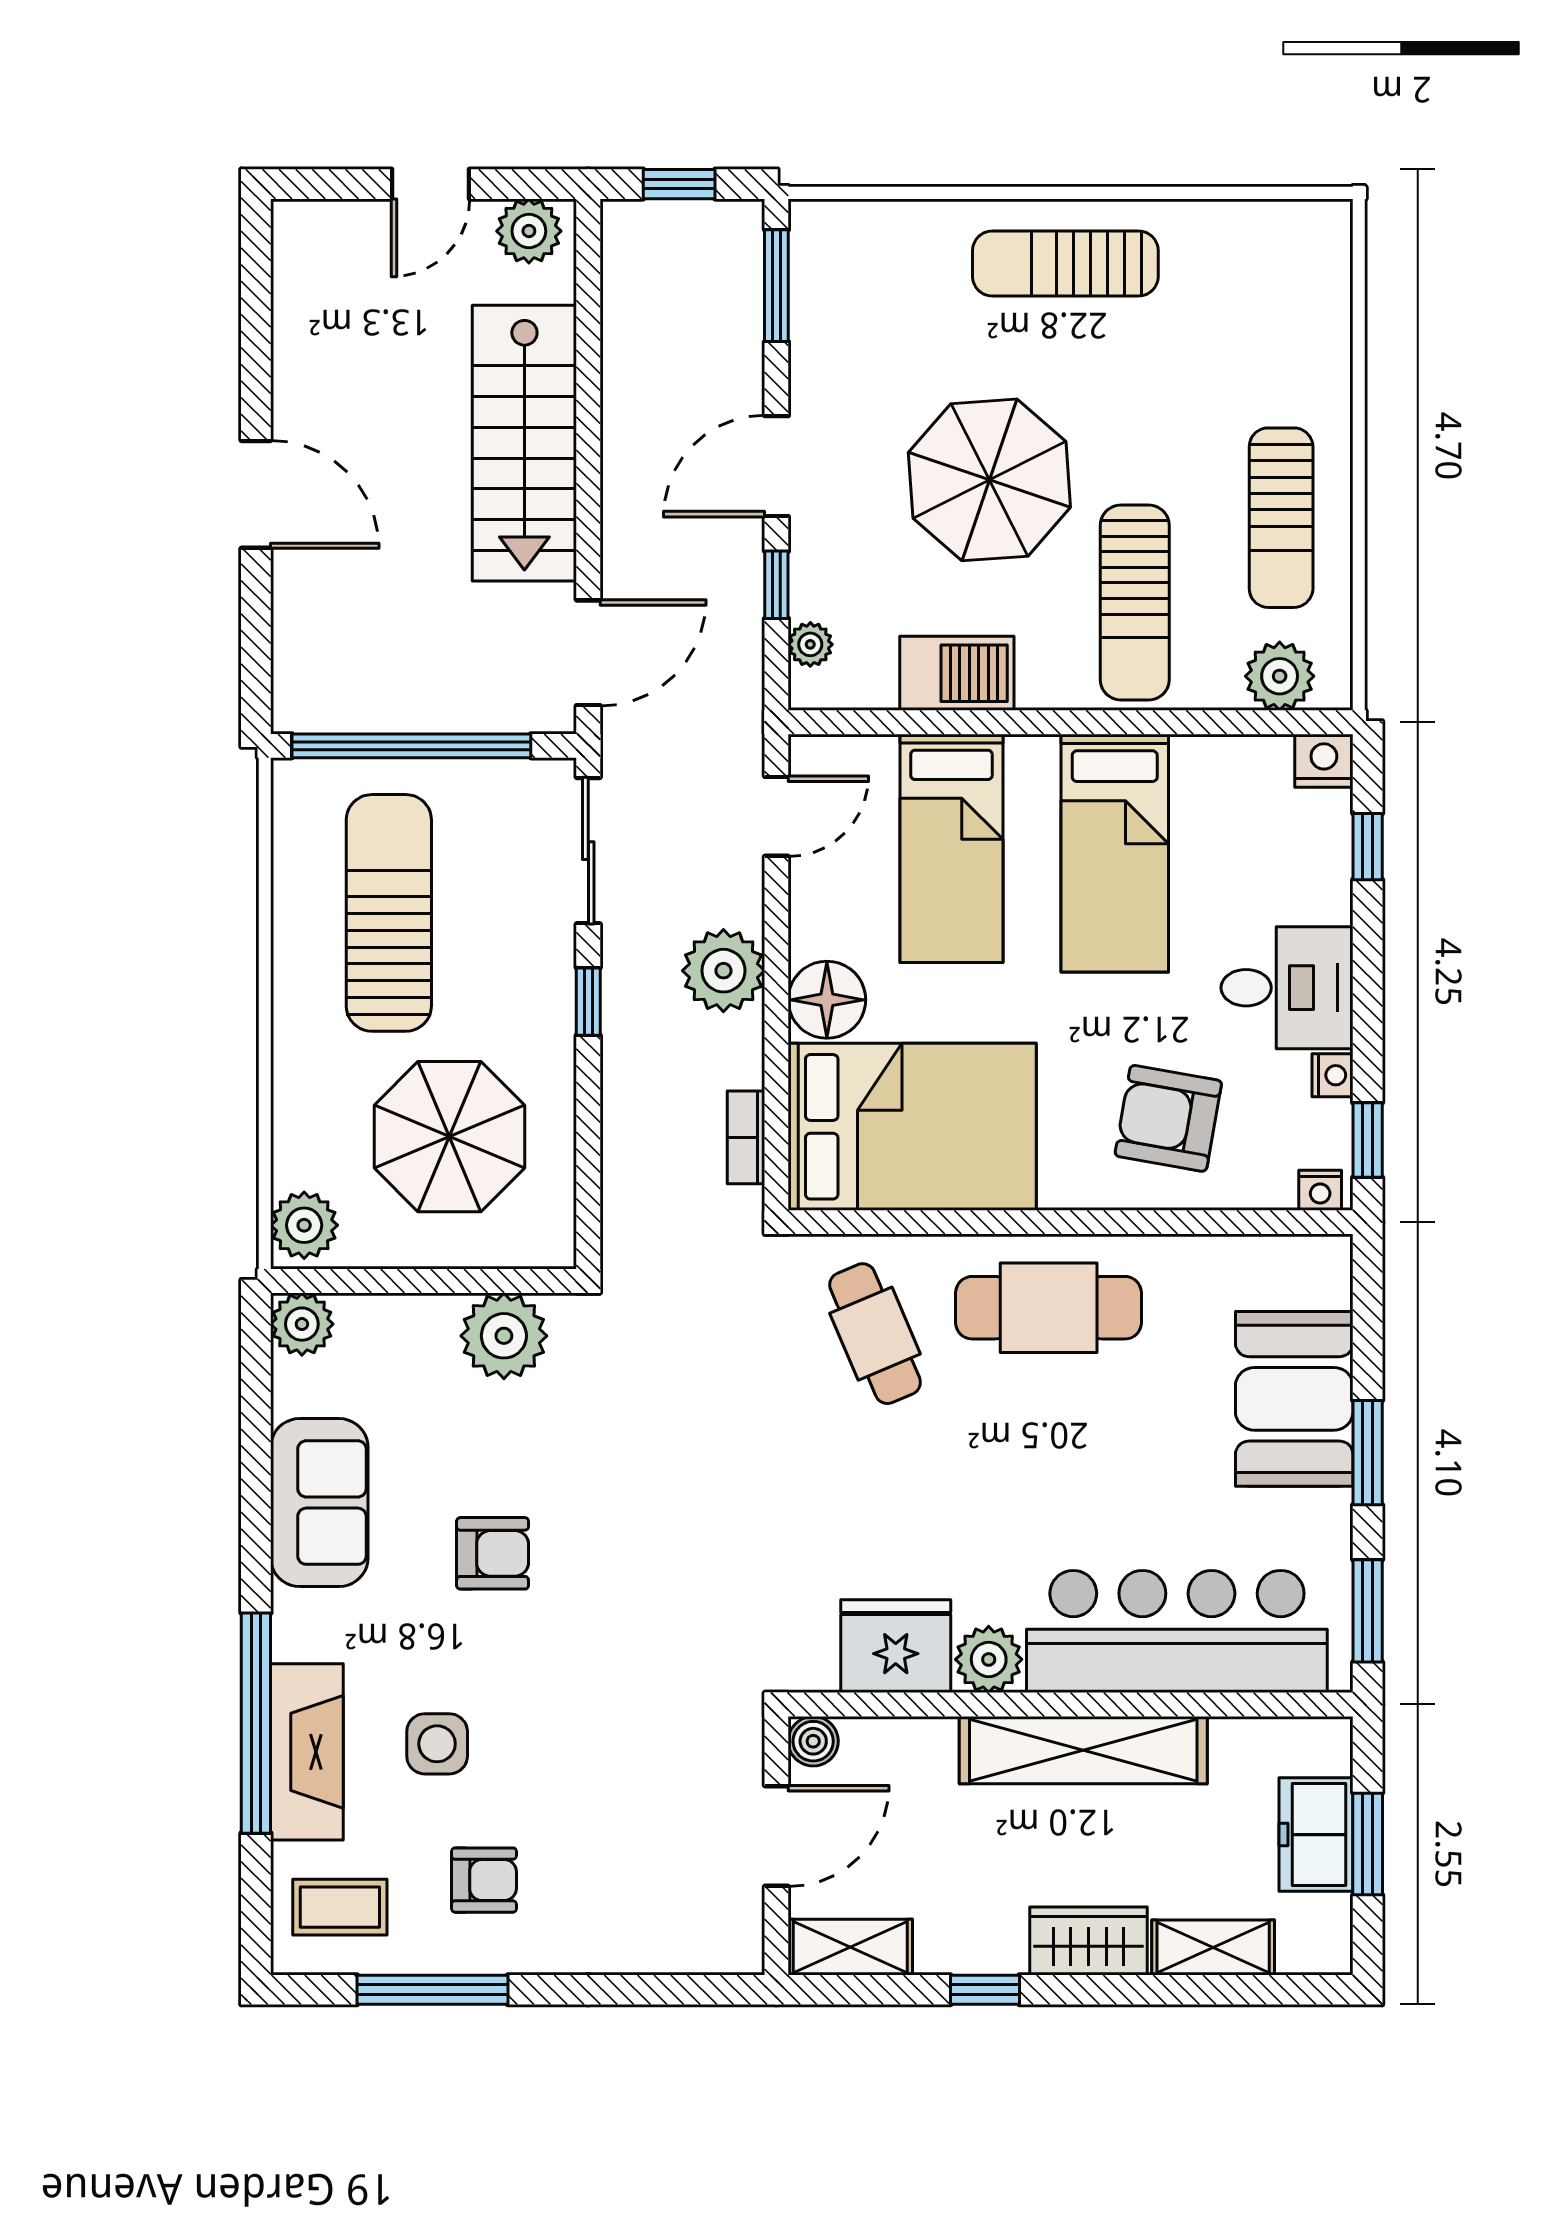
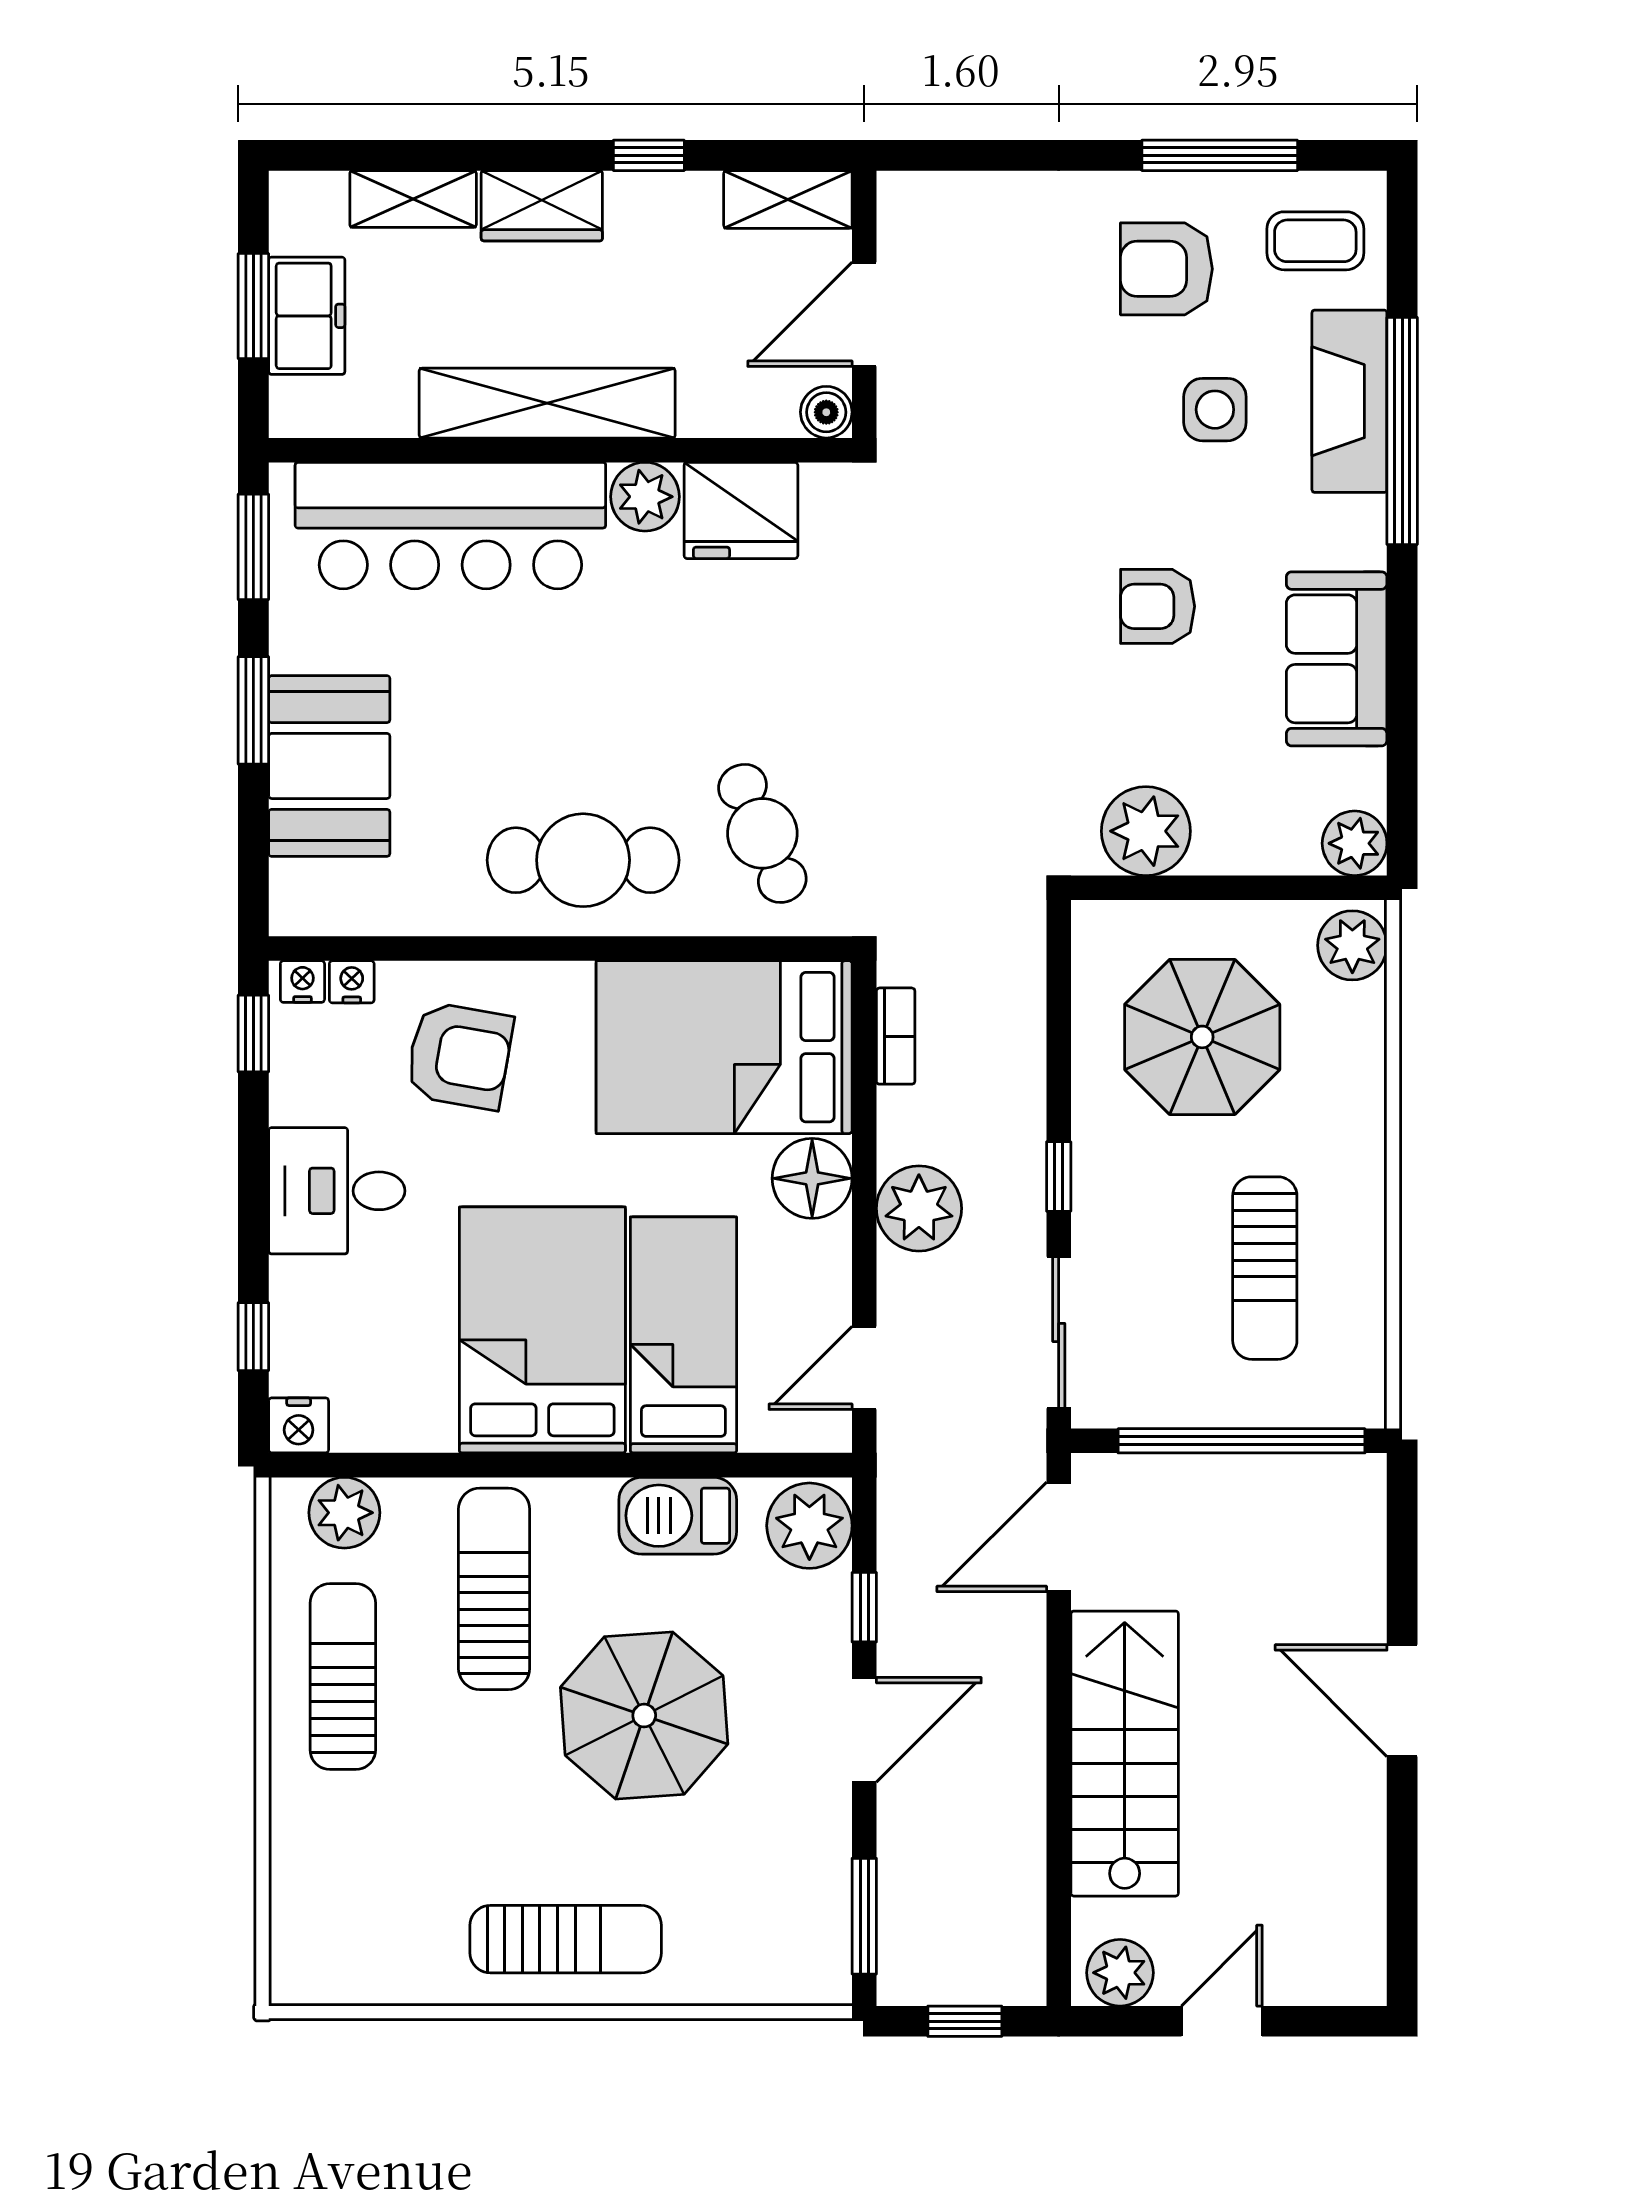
plant: (810, 644) -> (809, 1526), width x1.87, depth x1.87
bed: (1115, 853) -> (542, 1330), width x1.50
sun lounger: (389, 913) -> (1265, 1268), width x0.73, depth x0.75
nightstand: (1332, 1075) -> (352, 982), moved, turned 90
armchair: (484, 1880) -> (1166, 269), width x1.38, depth x1.38

